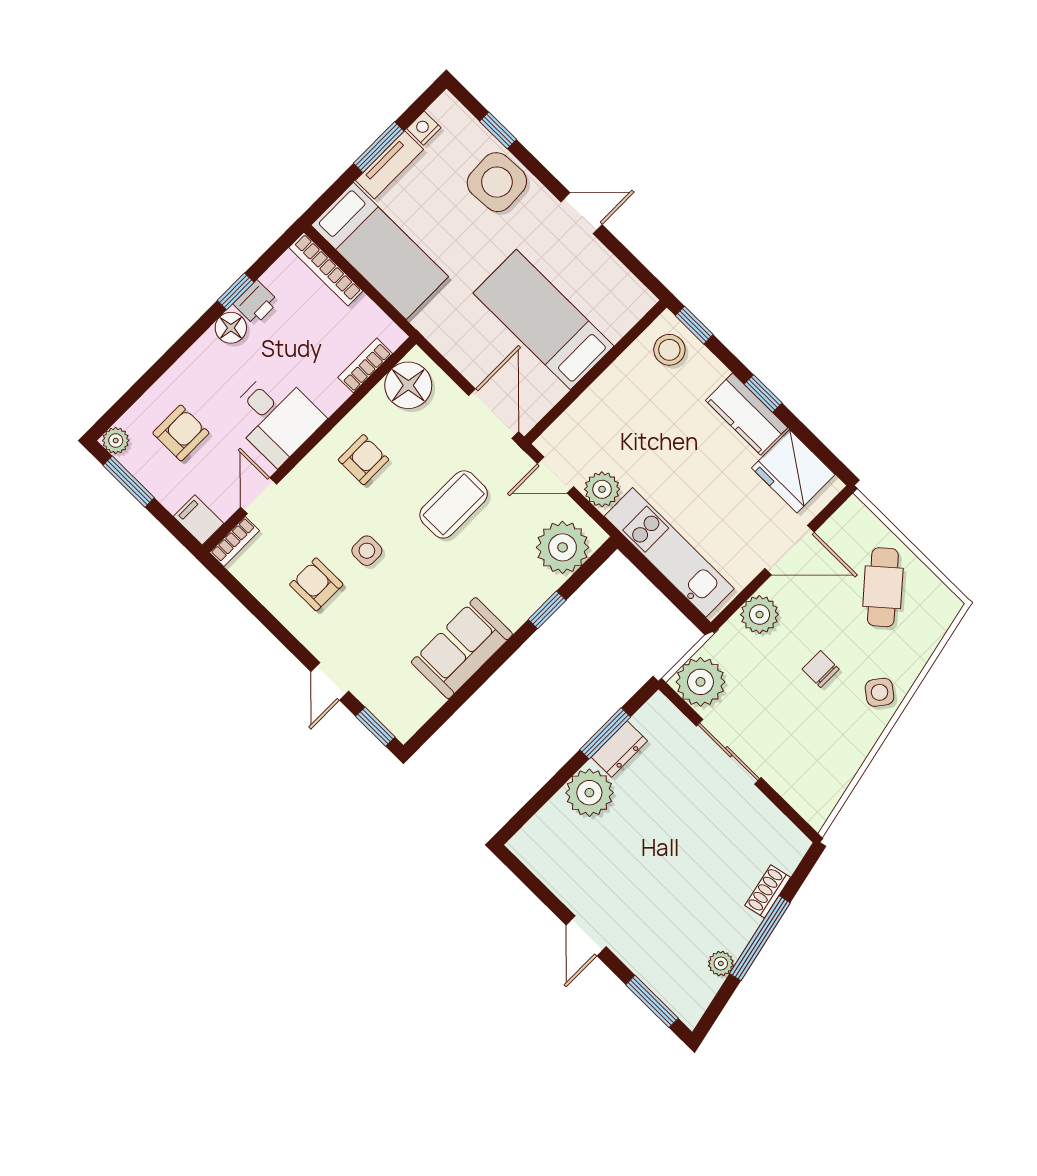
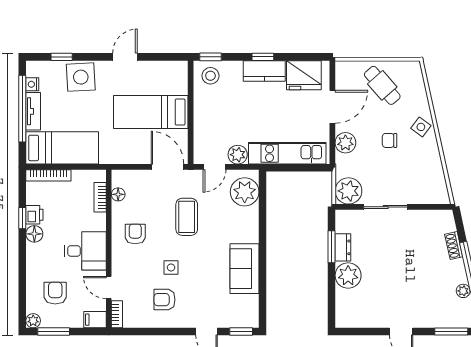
window: (379, 147) -> (22, 109), width x2.11
floor lamp: (408, 385) -> (118, 194), width x0.53, depth x0.53
window: (547, 610) -> (262, 222), removed

